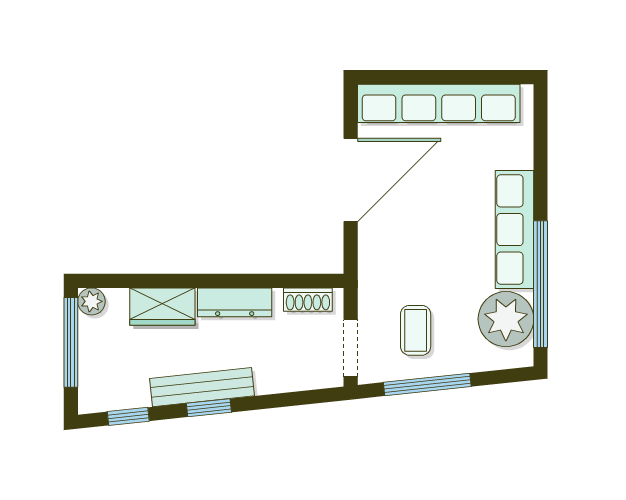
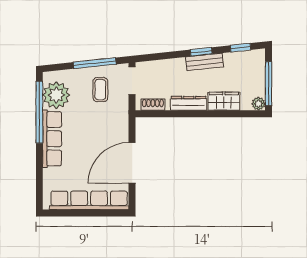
bench: (202, 387) -> (205, 62), width x0.73

